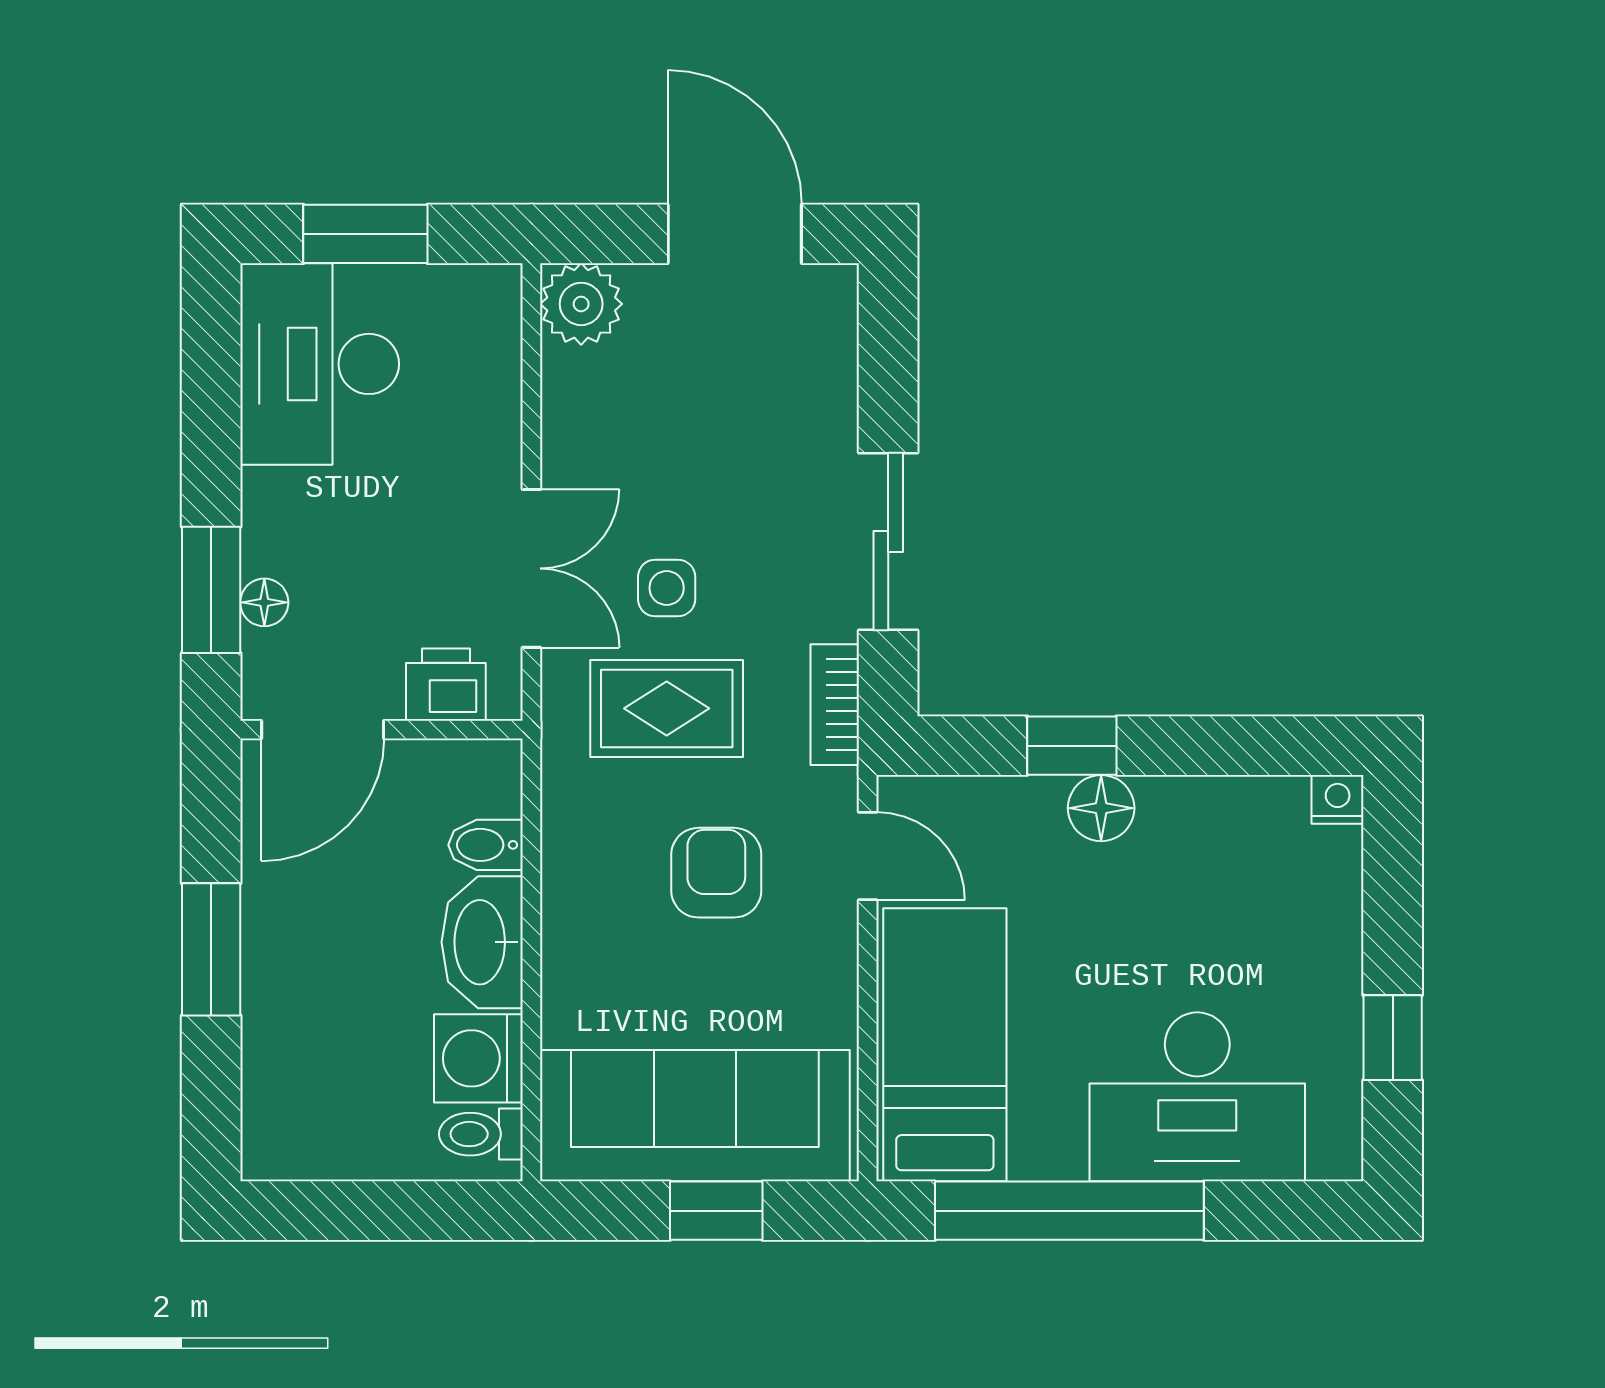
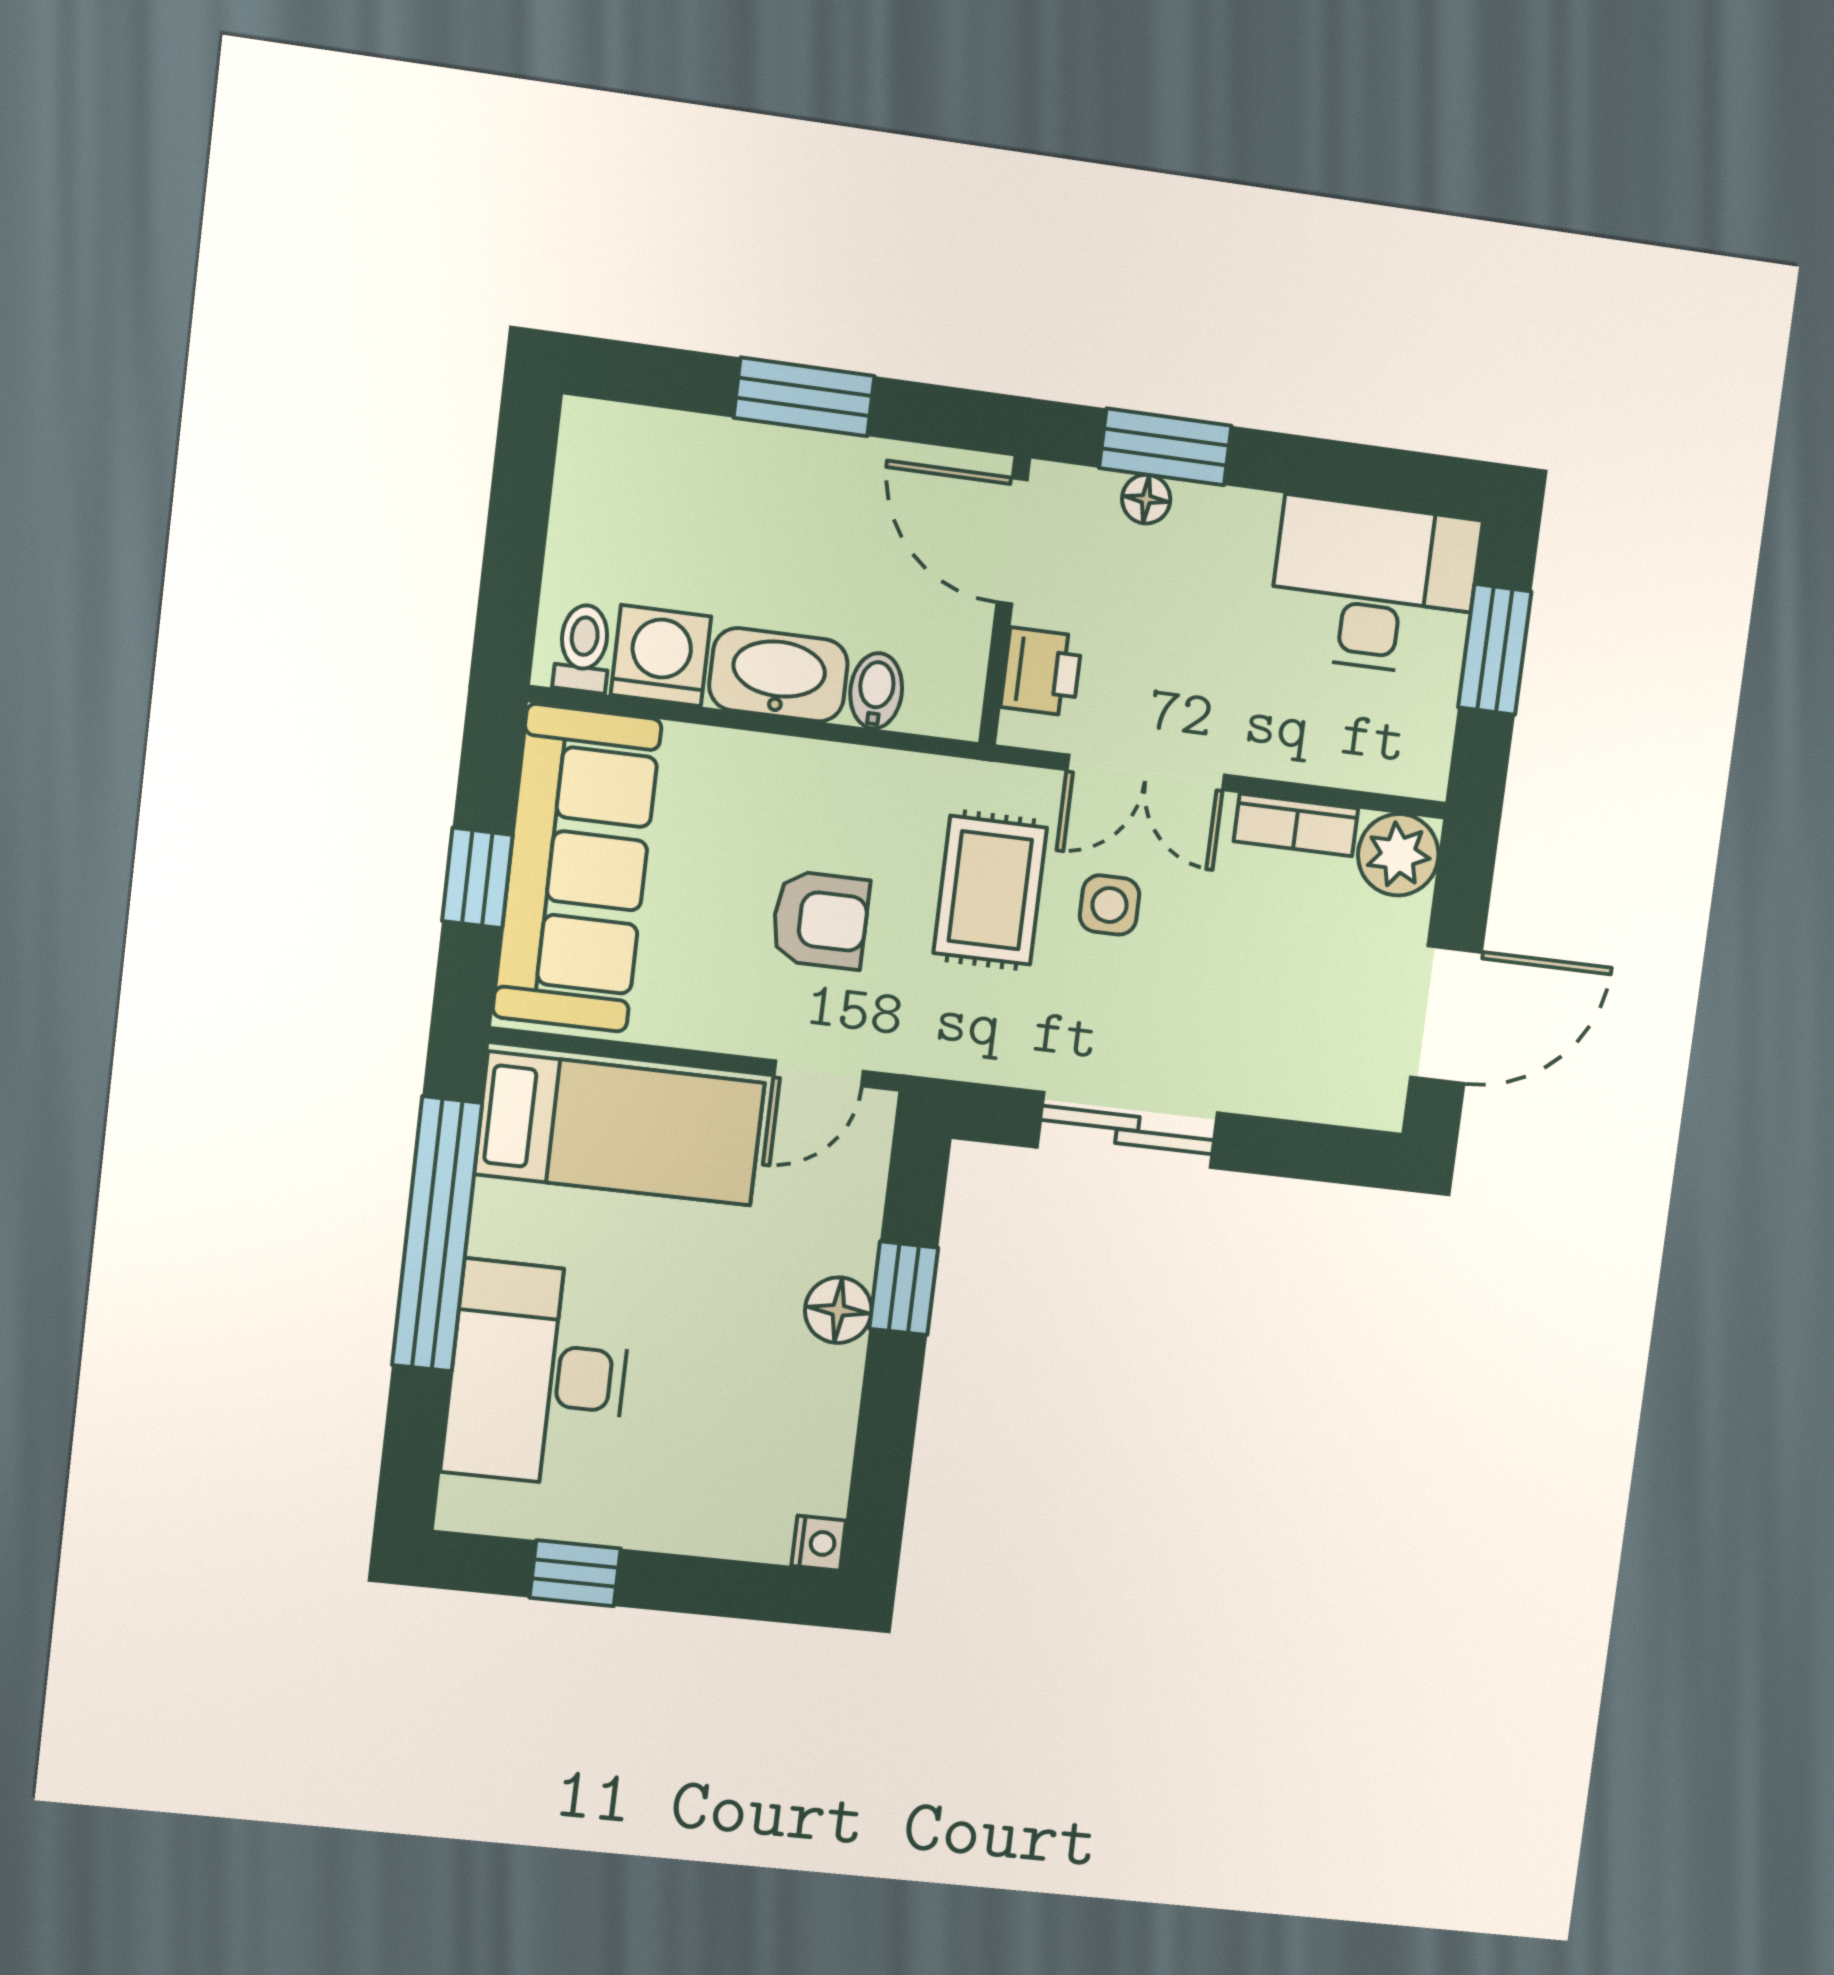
bookcase: (835, 705) -> (1296, 825), moved, turned 180

